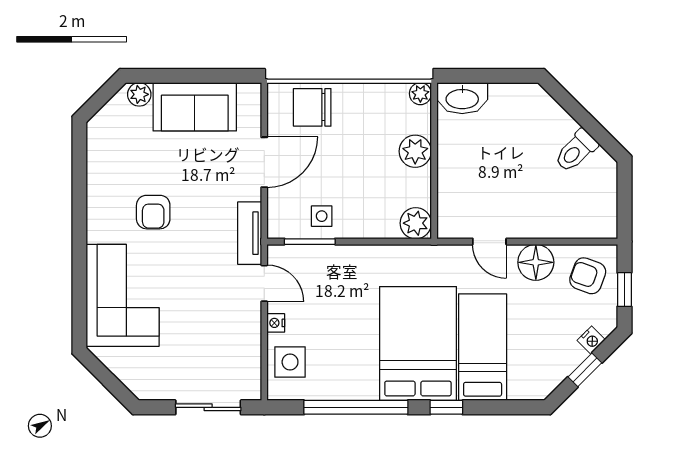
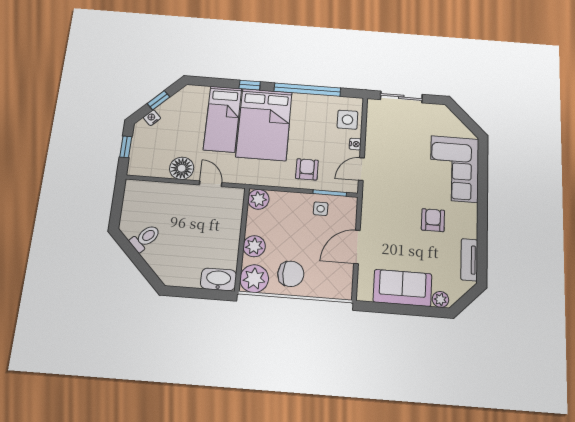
plant: (420, 94) -> (254, 279), width x1.87, depth x1.87
chair: (312, 107) -> (291, 274), moved
tv unit: (250, 233) -> (469, 260), moved, turned 180
armchair: (588, 276) -> (307, 169), moved, turned -110
door: (264, 283) -> (361, 169), hinge flipped

